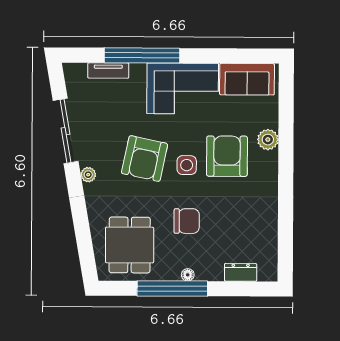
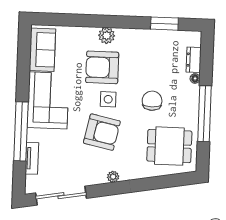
sliding door: (66, 131) -> (61, 196), moved
plant: (268, 140) -> (107, 36), moved
window: (285, 234) -> (164, 24), added
floor lamp: (188, 275) -> (195, 78), moved

